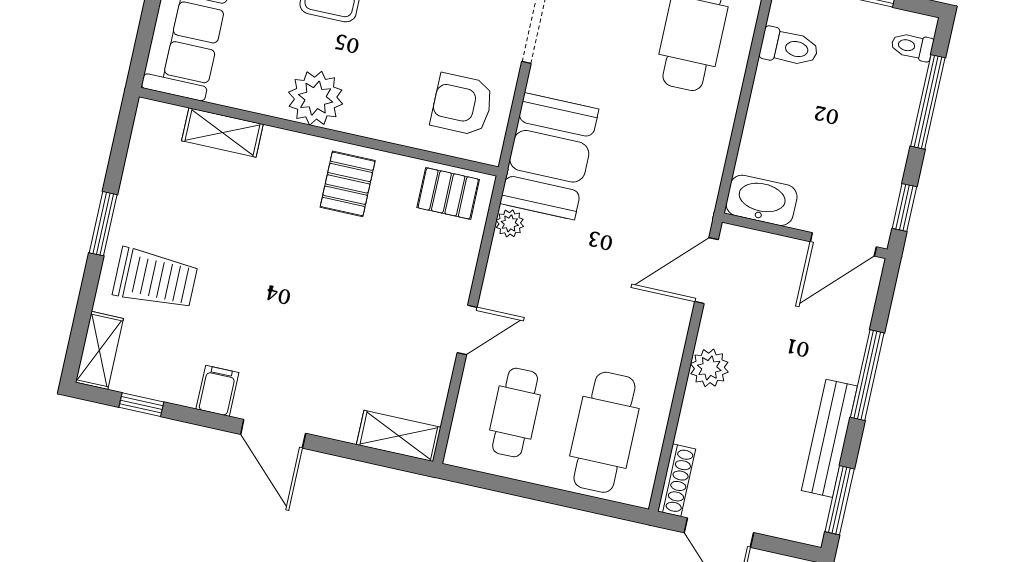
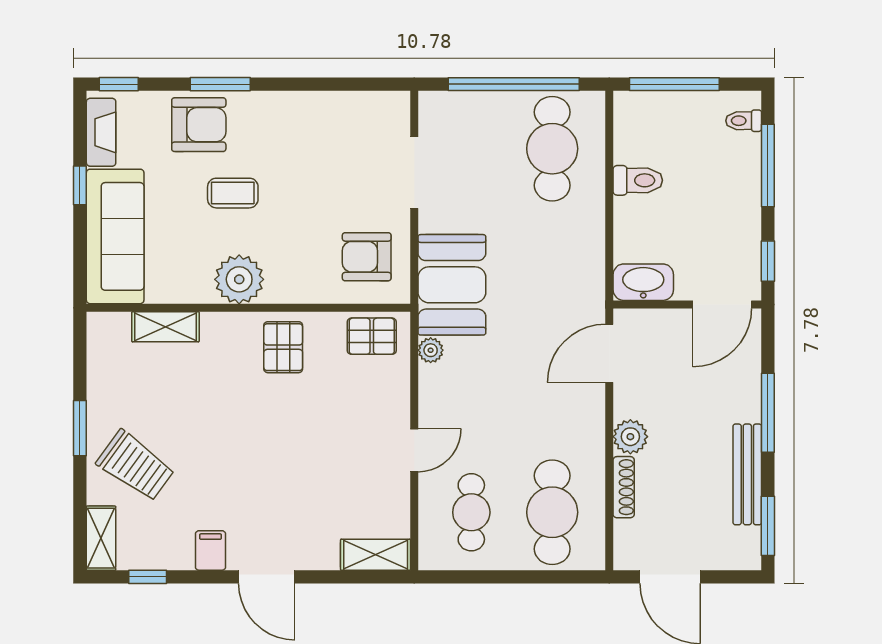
toilet: (789, 47) -> (638, 180), moved
trolley: (155, 279) -> (135, 466), turned 36
shoe rack: (677, 480) -> (624, 487), moved

